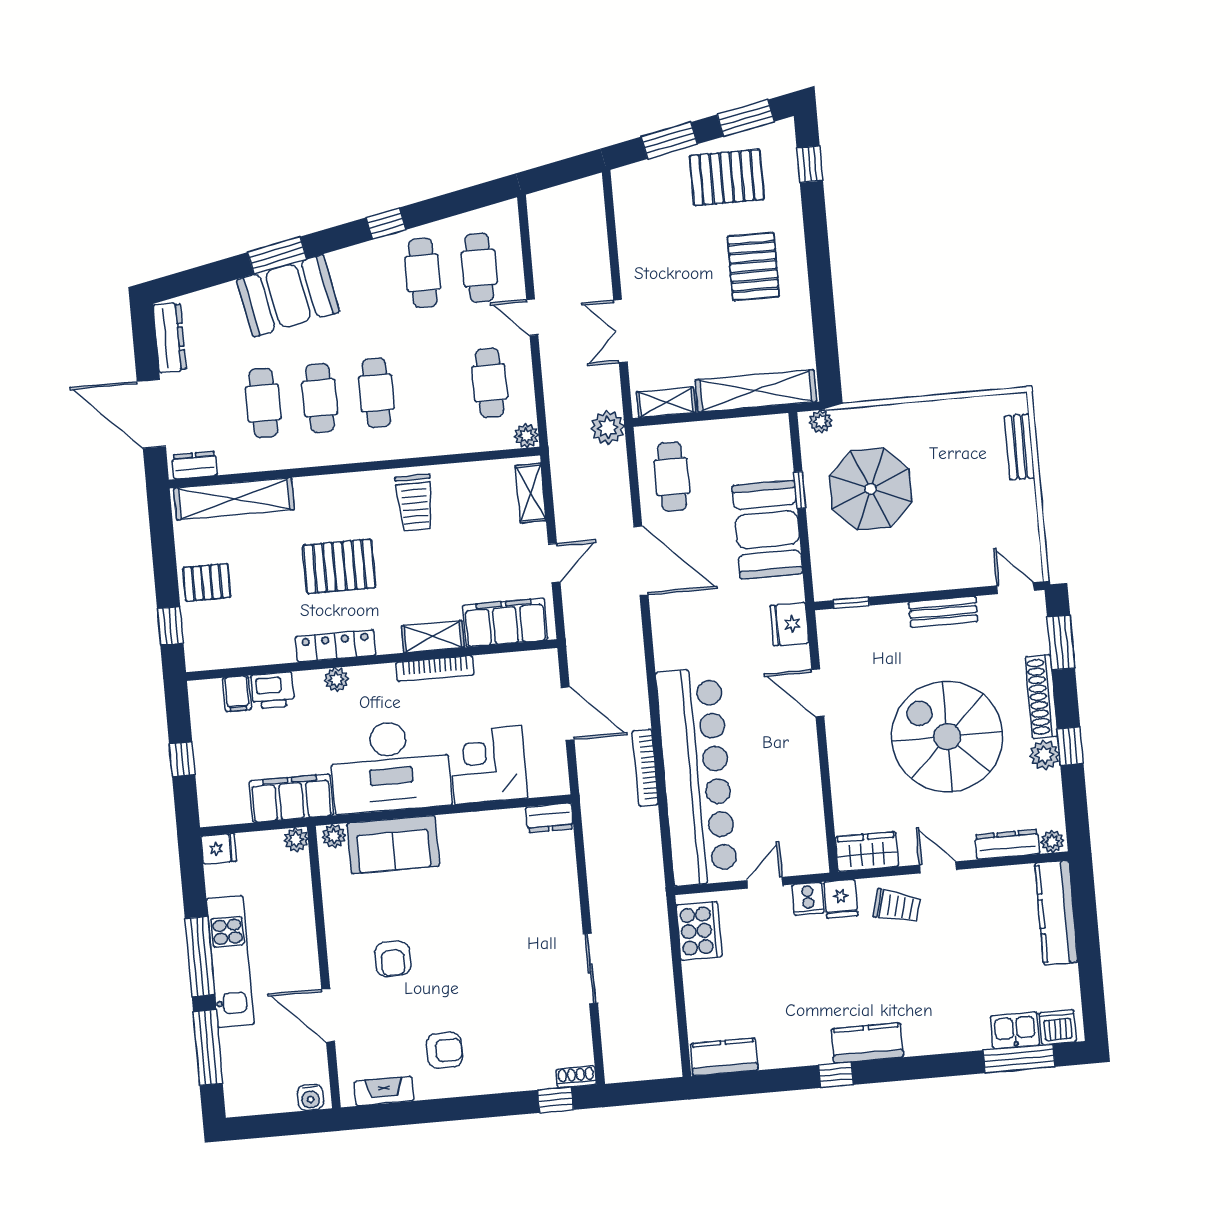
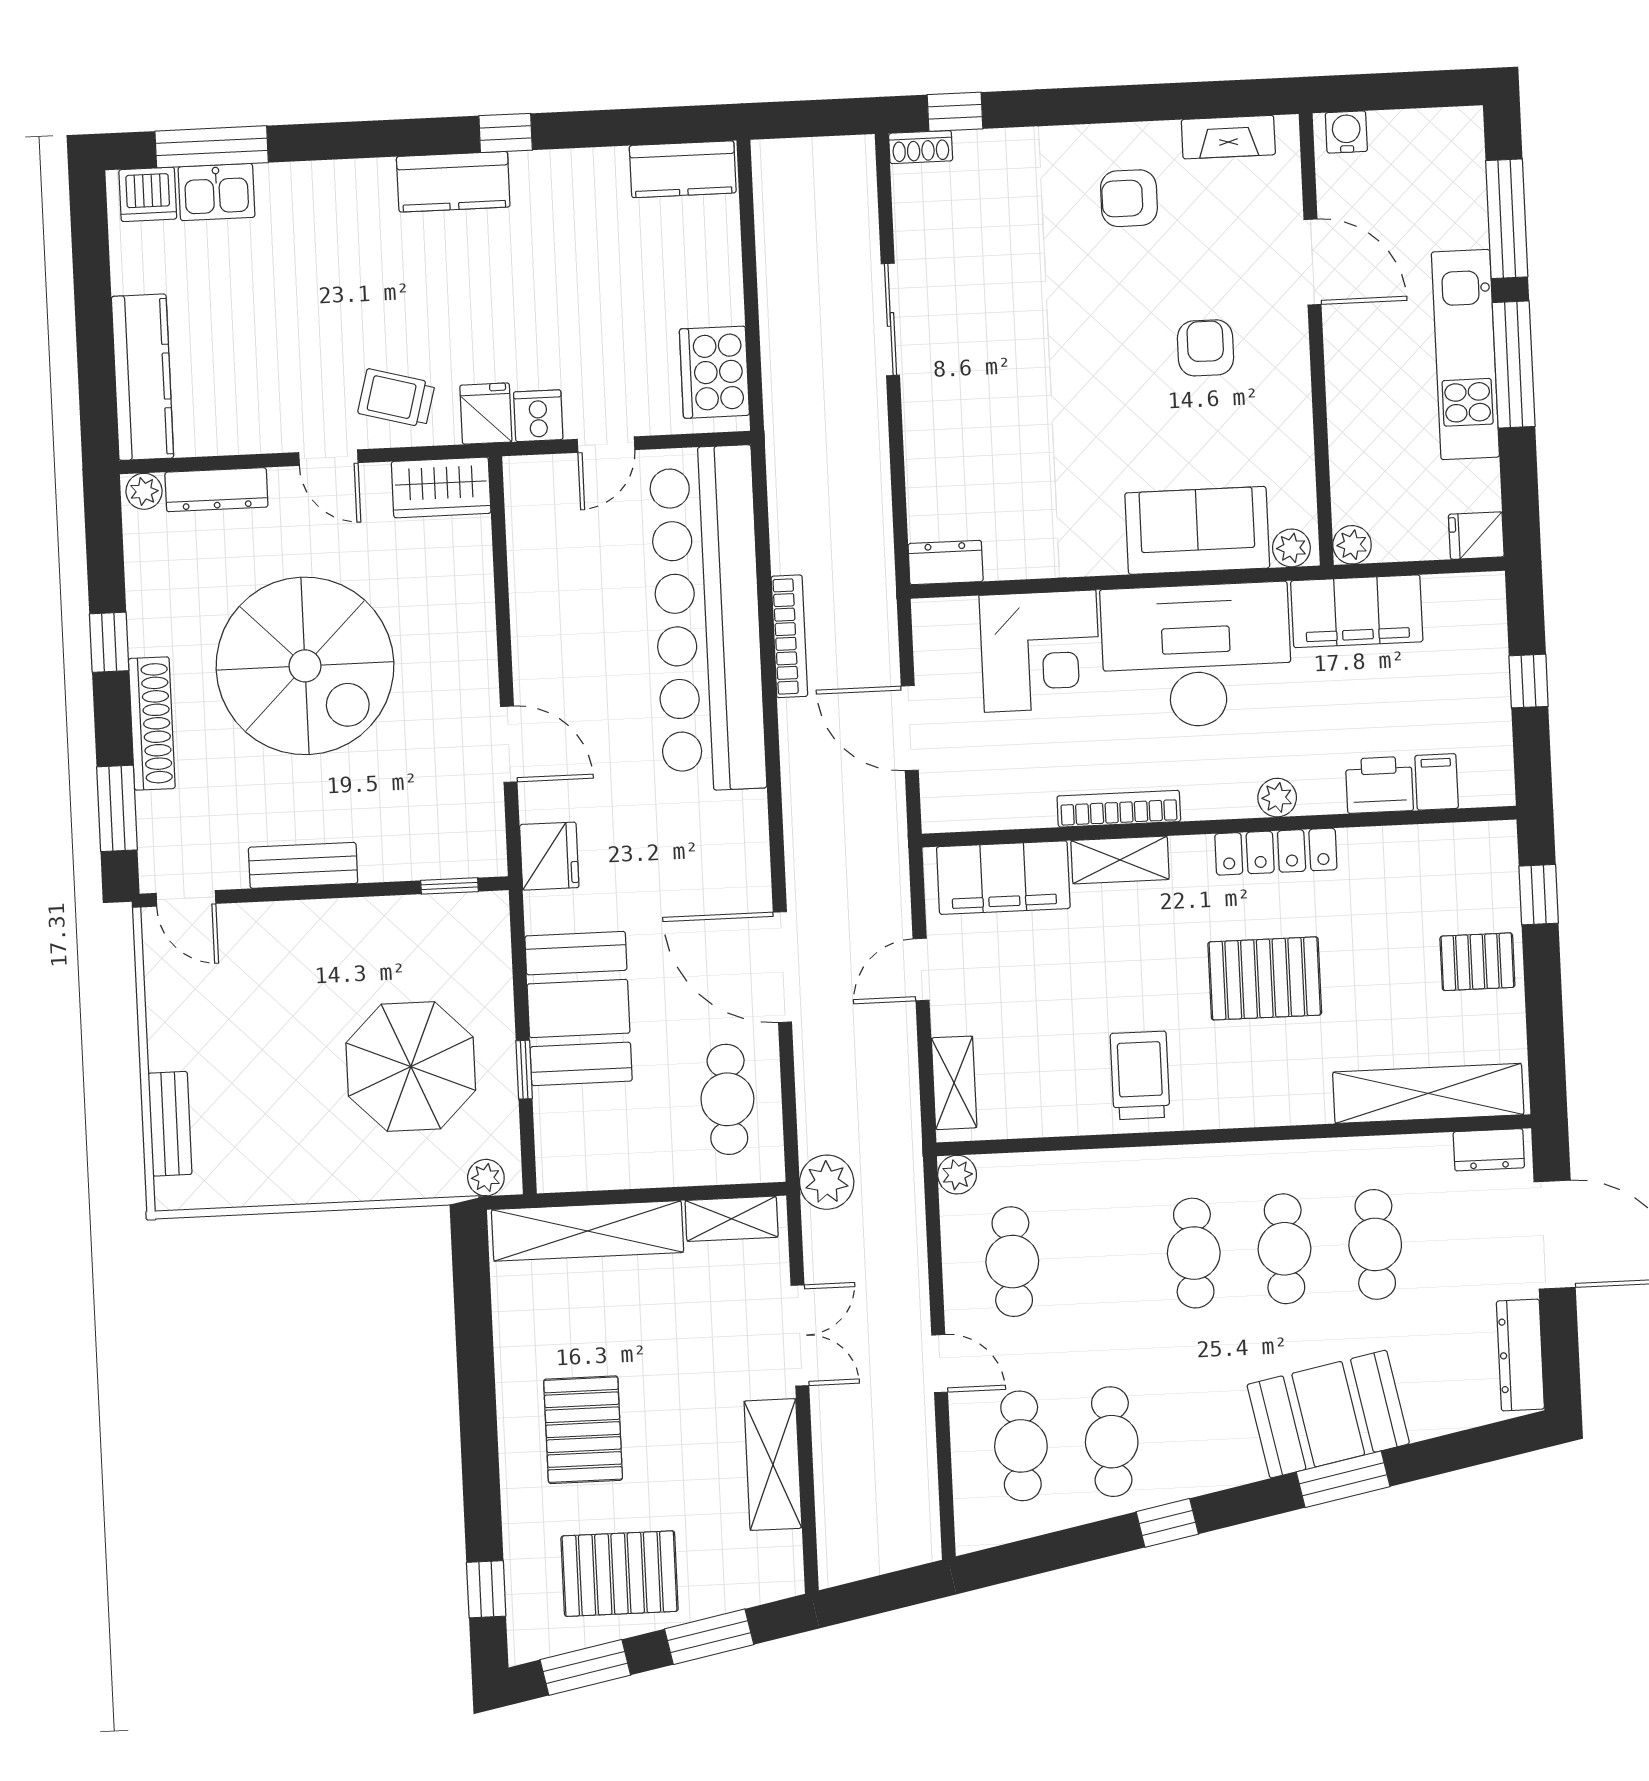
shelving: (634, 250) -> (773, 1465), added
plant: (1044, 755) -> (151, 630), removed

